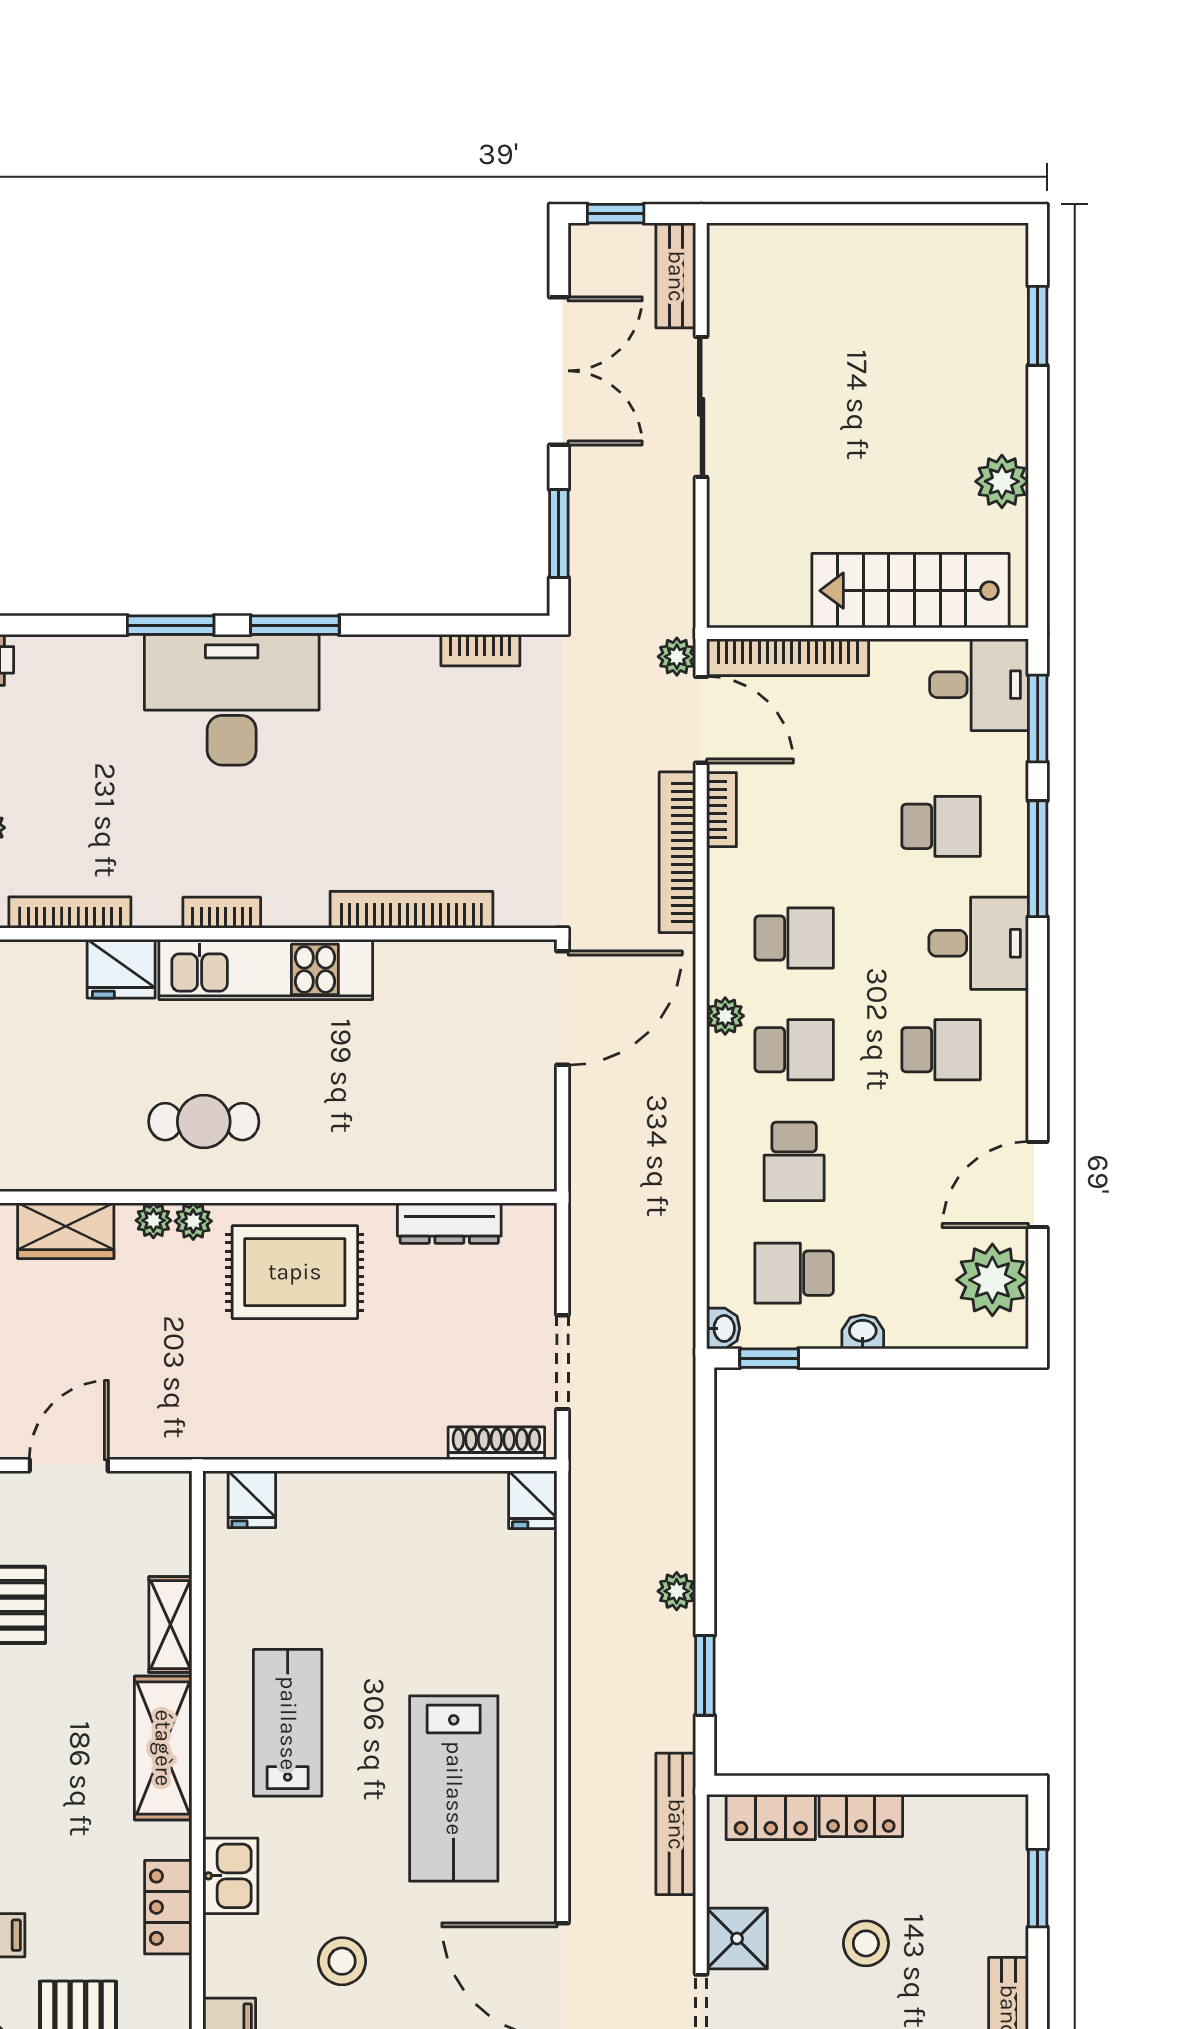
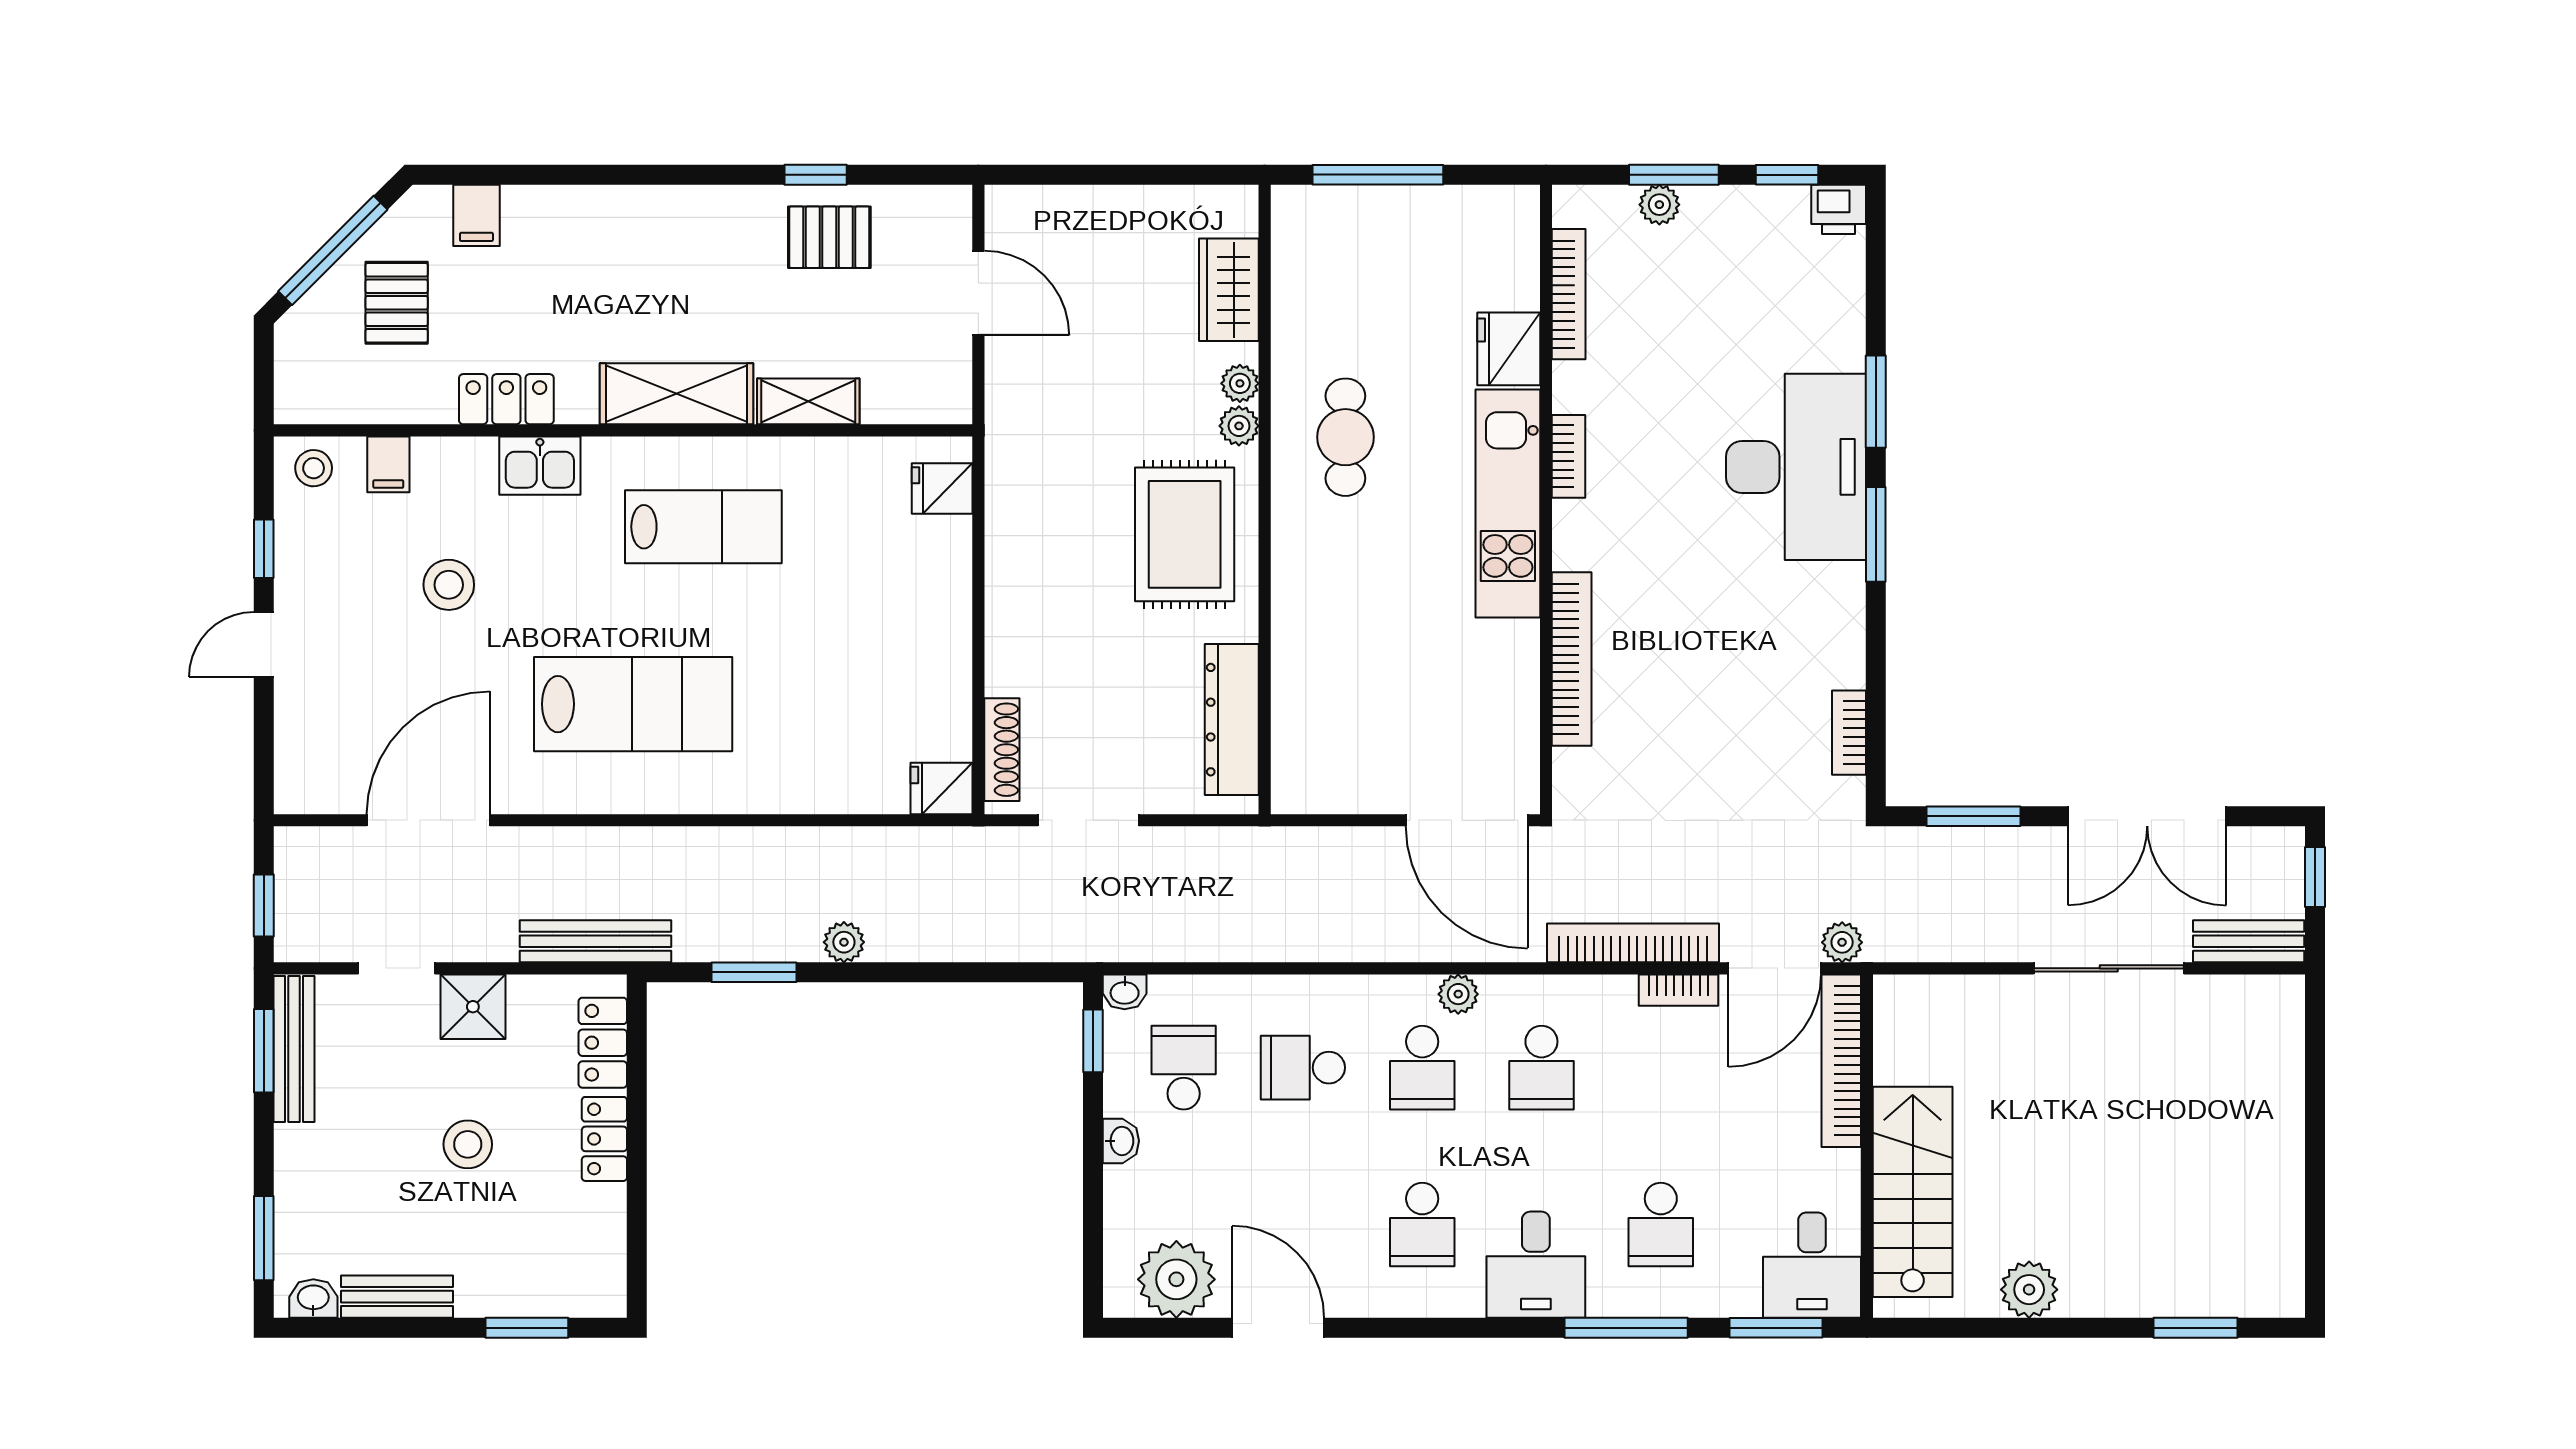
dresser: (449, 1223) -> (1232, 720), width x1.37, depth x1.24
lab bench: (454, 1788) -> (633, 704), turned 180

